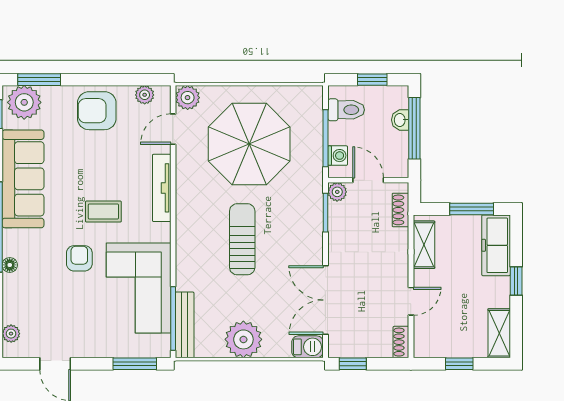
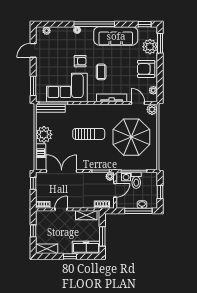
plant: (24, 102) -> (150, 47), moved
toilet: (346, 110) -> (136, 180), moved
armchair: (97, 111) -> (146, 69), turned -90
door: (411, 301) -> (61, 209), swing flipped
barbecue: (307, 347) -> (41, 151), moved

